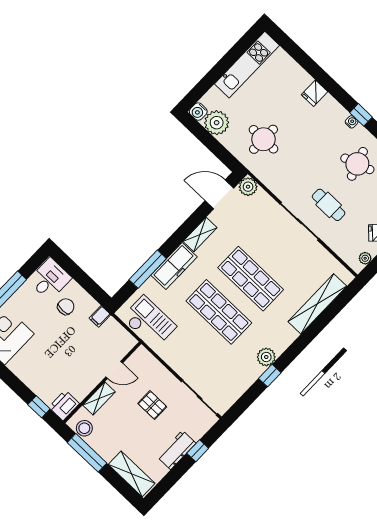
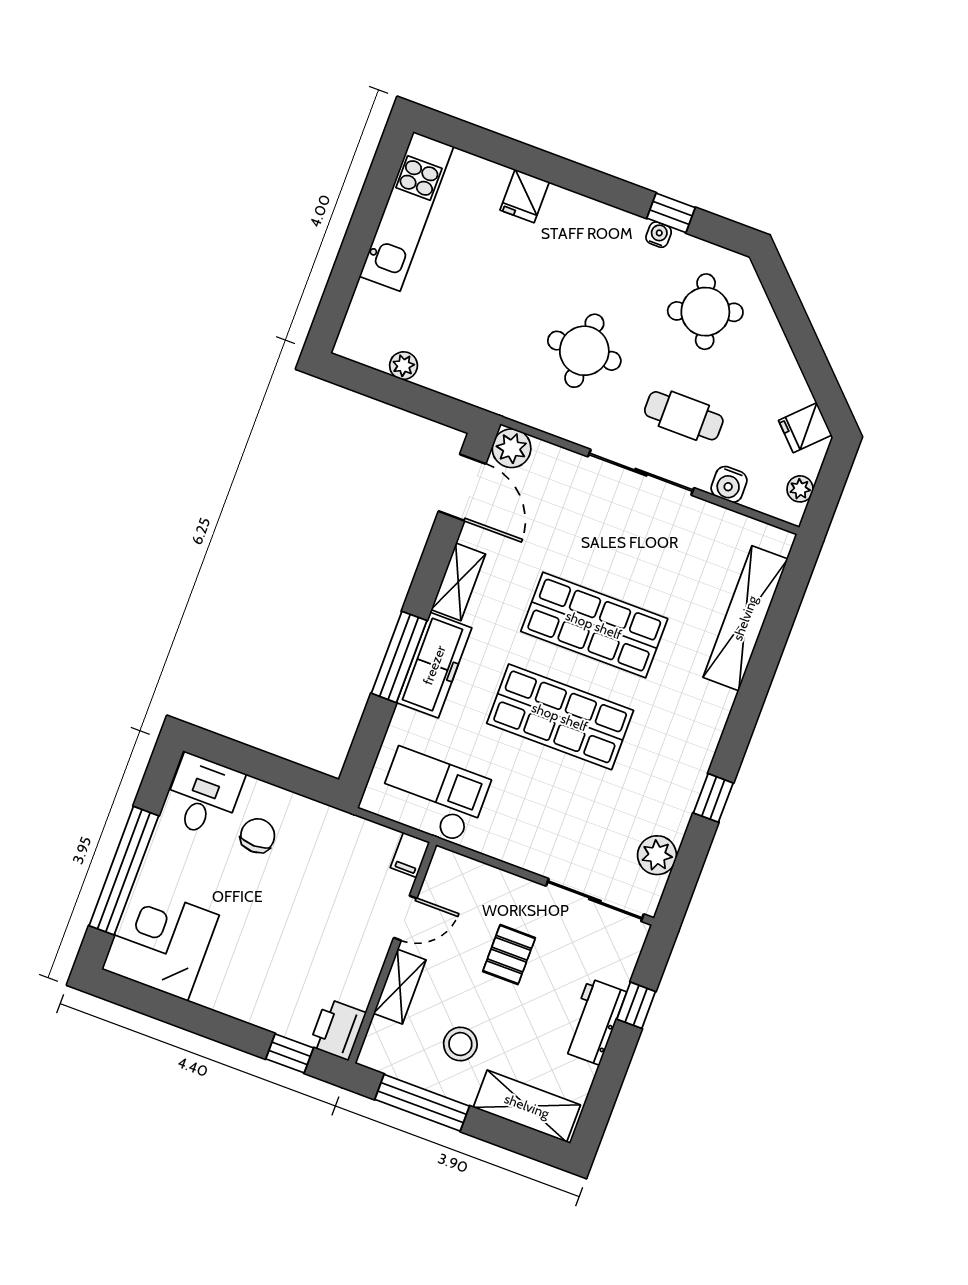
fridge: (314, 93) -> (525, 196), moved
water cooler: (198, 112) -> (729, 484), moved
plant: (217, 123) -> (404, 366), width x0.53, depth x0.53
round table: (263, 139) -> (584, 351), moved
door: (219, 194) -> (462, 487), swing flipped
window: (148, 269) -> (399, 657), moved
filing cabinet: (100, 316) -> (410, 855), moved
plant: (266, 357) -> (657, 855), moved
pallet: (152, 405) -> (509, 955), turned 90
stool: (84, 428) -> (460, 1044), moved

